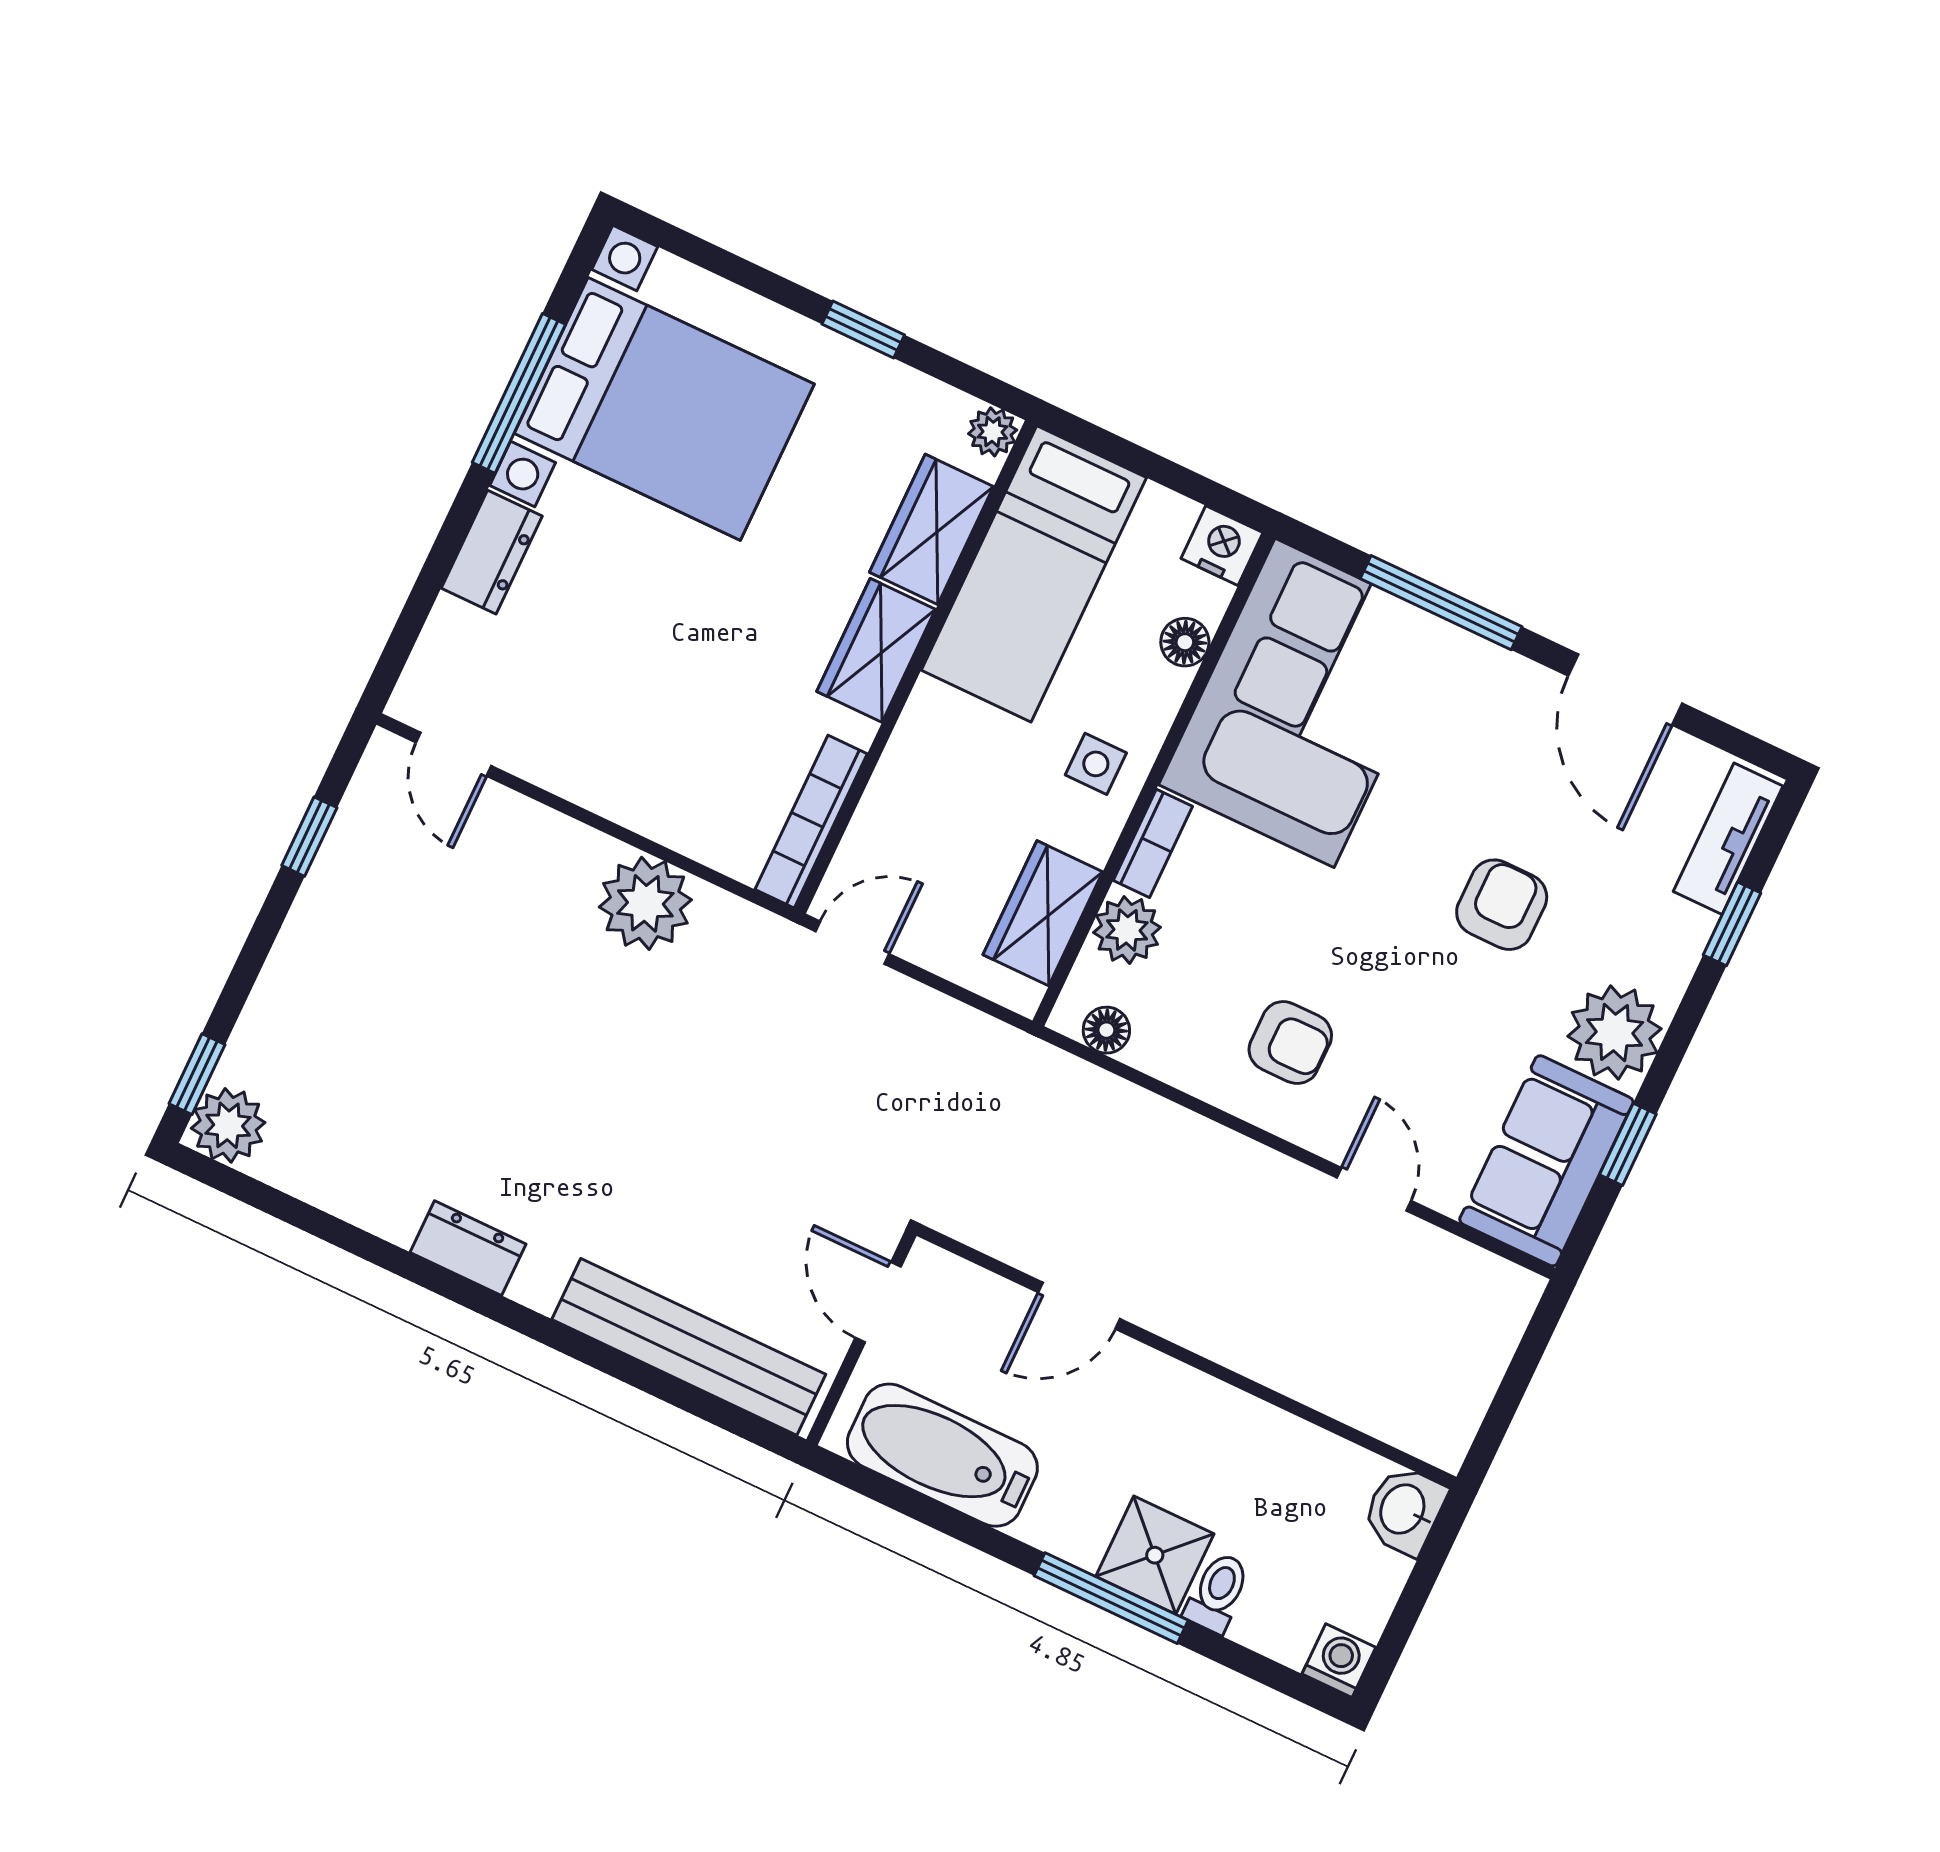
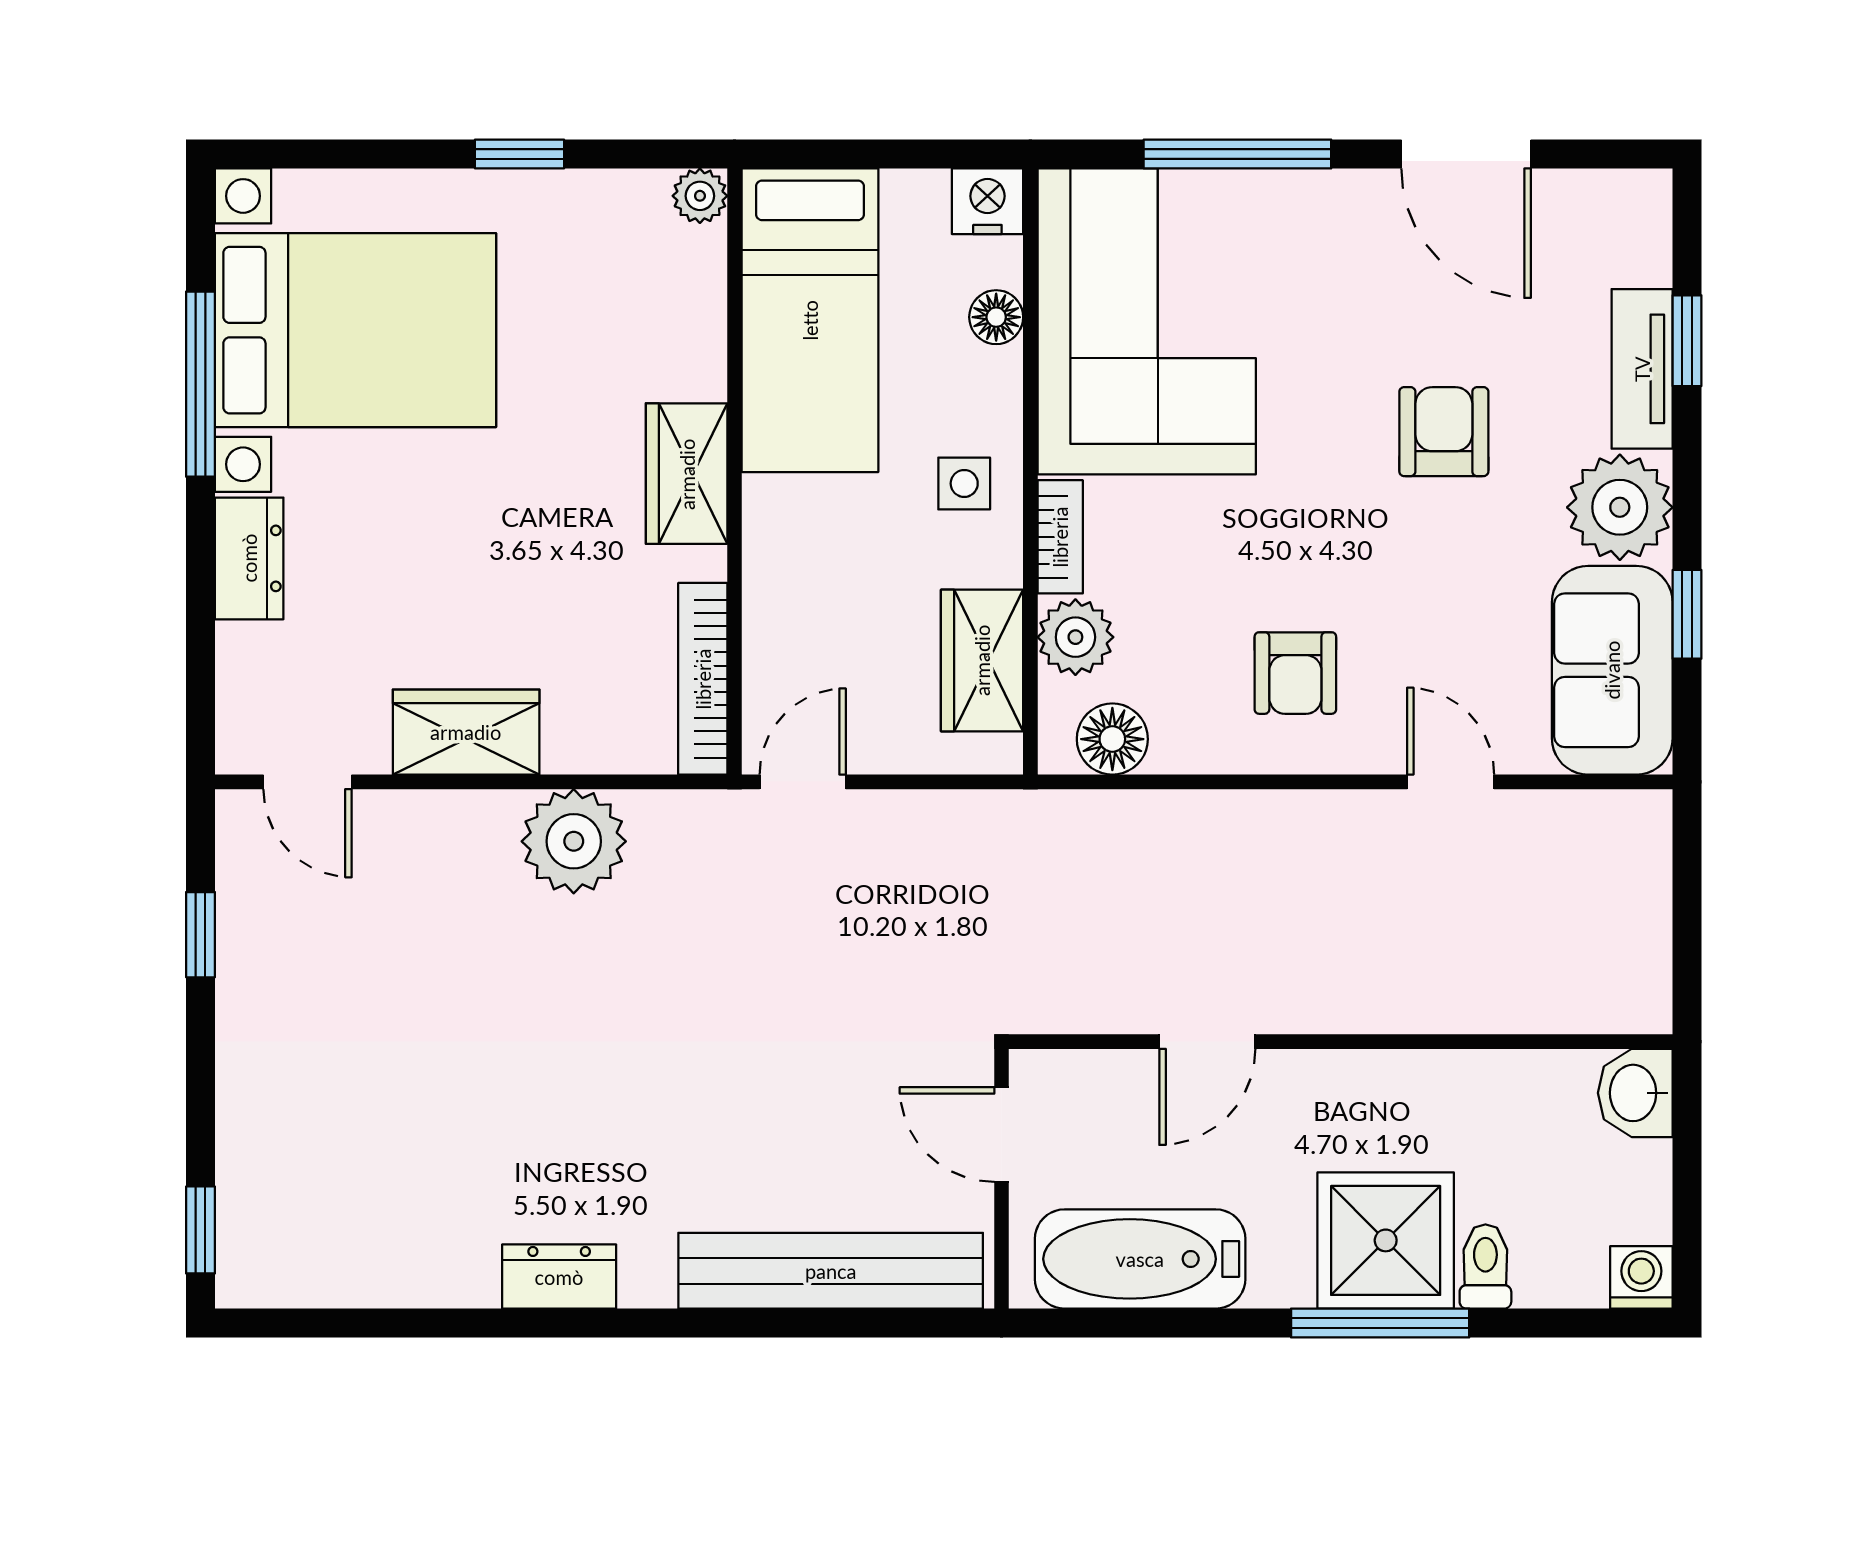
wardrobe: (931, 529) -> (466, 732), moved, turned 90
tv unit: (1728, 839) -> (1642, 369), moved
floor lamp: (1106, 1030) -> (1112, 739), width x1.37, depth x1.37
armchair: (1290, 1043) -> (1295, 673), turned 90
plant: (228, 1125) -> (257, 1267), removed
shower: (1155, 1555) -> (1386, 1240), width x1.36, depth x1.36

